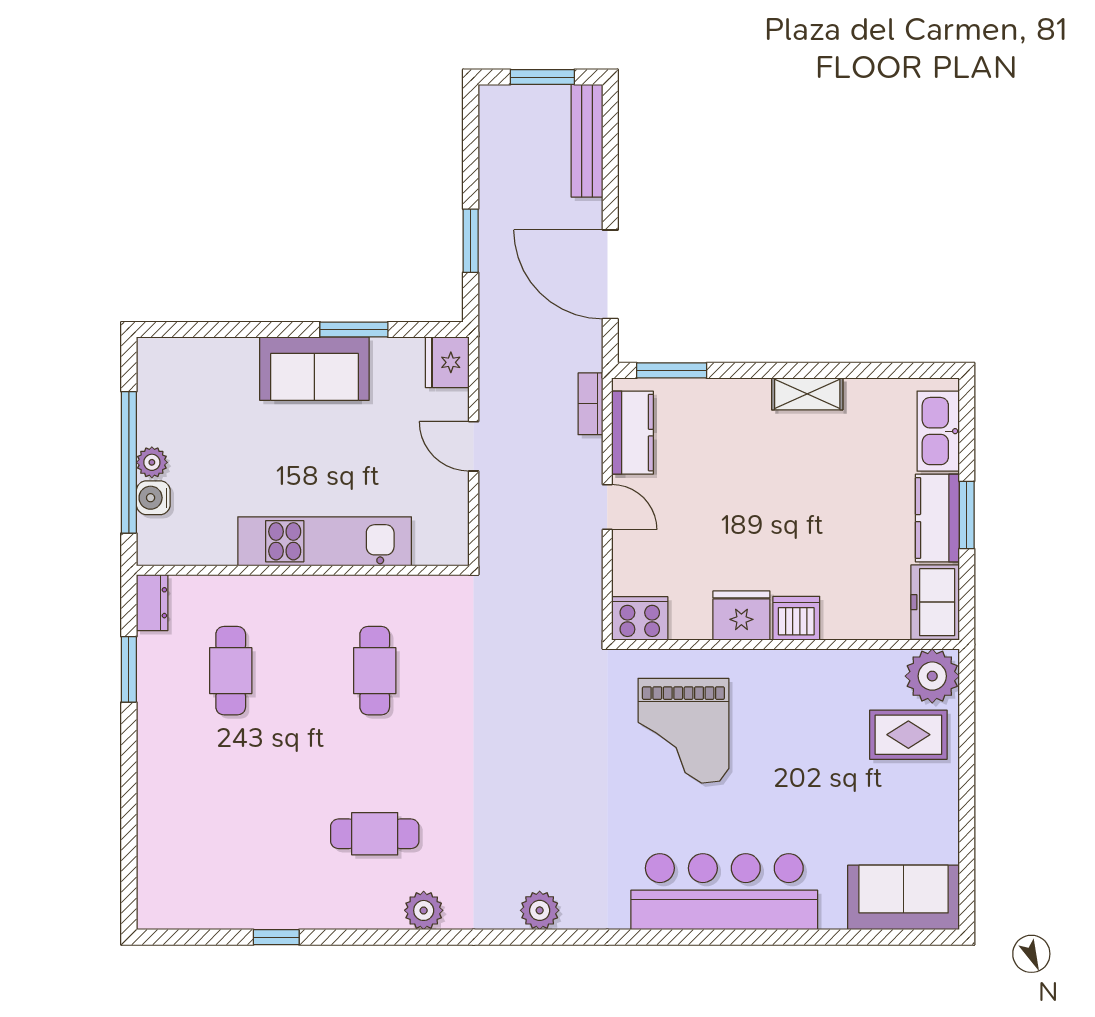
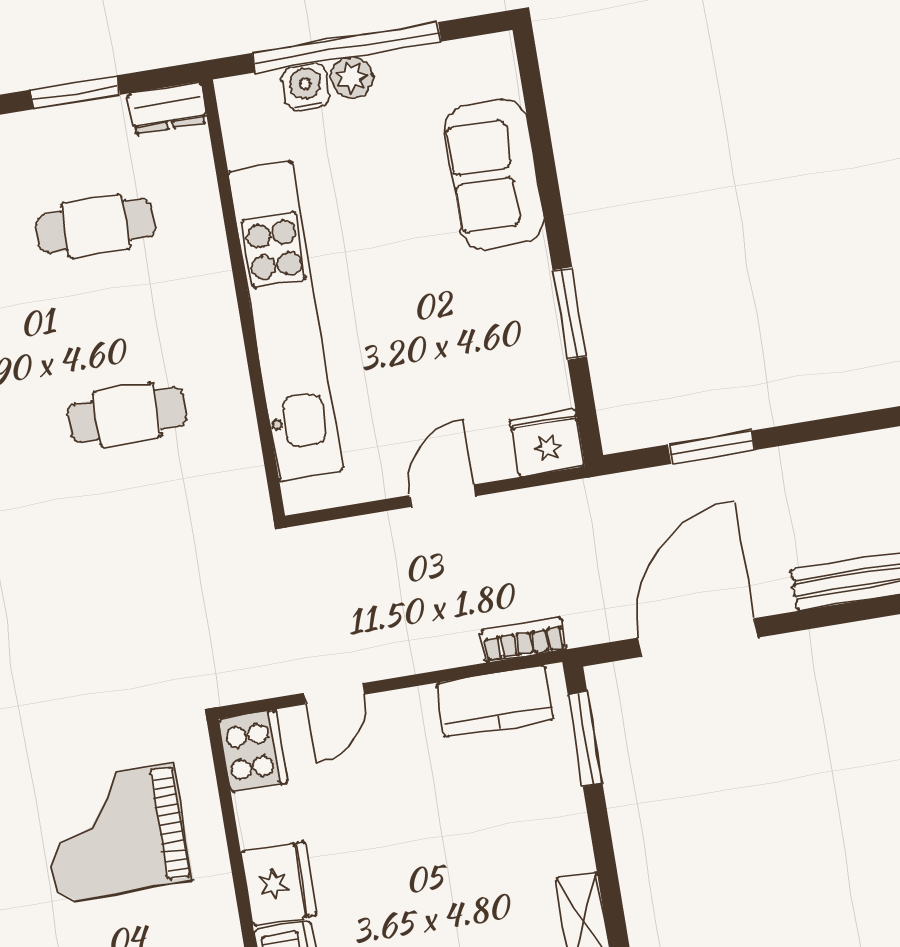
sofa: (314, 369) -> (494, 174), moved
door: (607, 507) -> (334, 694), moved
kitchen unit: (325, 541) -> (286, 321), width x1.36

